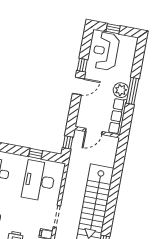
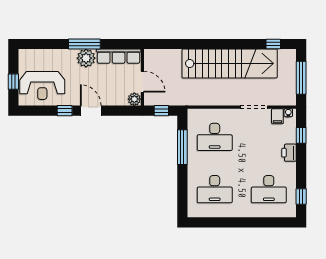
plant: (81, 123) -> (134, 99), added
window: (36, 154) -> (182, 147), width x2.17
desk: (39, 181) -> (215, 137), width x0.73, depth x0.77

